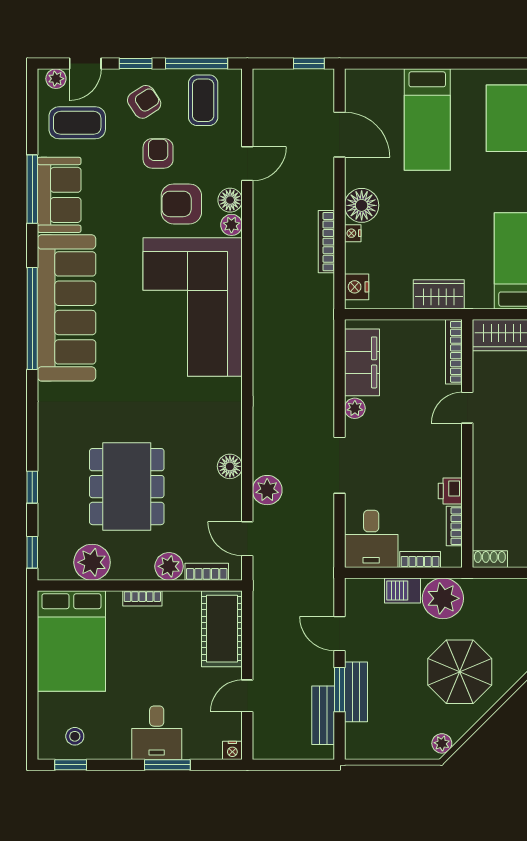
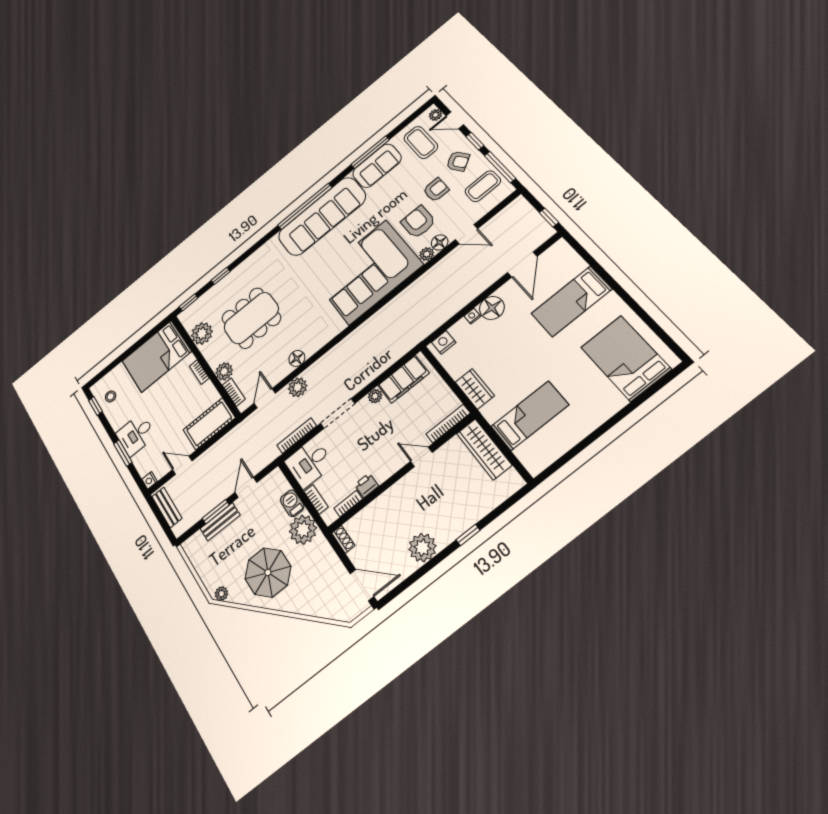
bookcase: (326, 242) -> (297, 436), moved
bench: (323, 715) -> (167, 507), moved, turned 90

